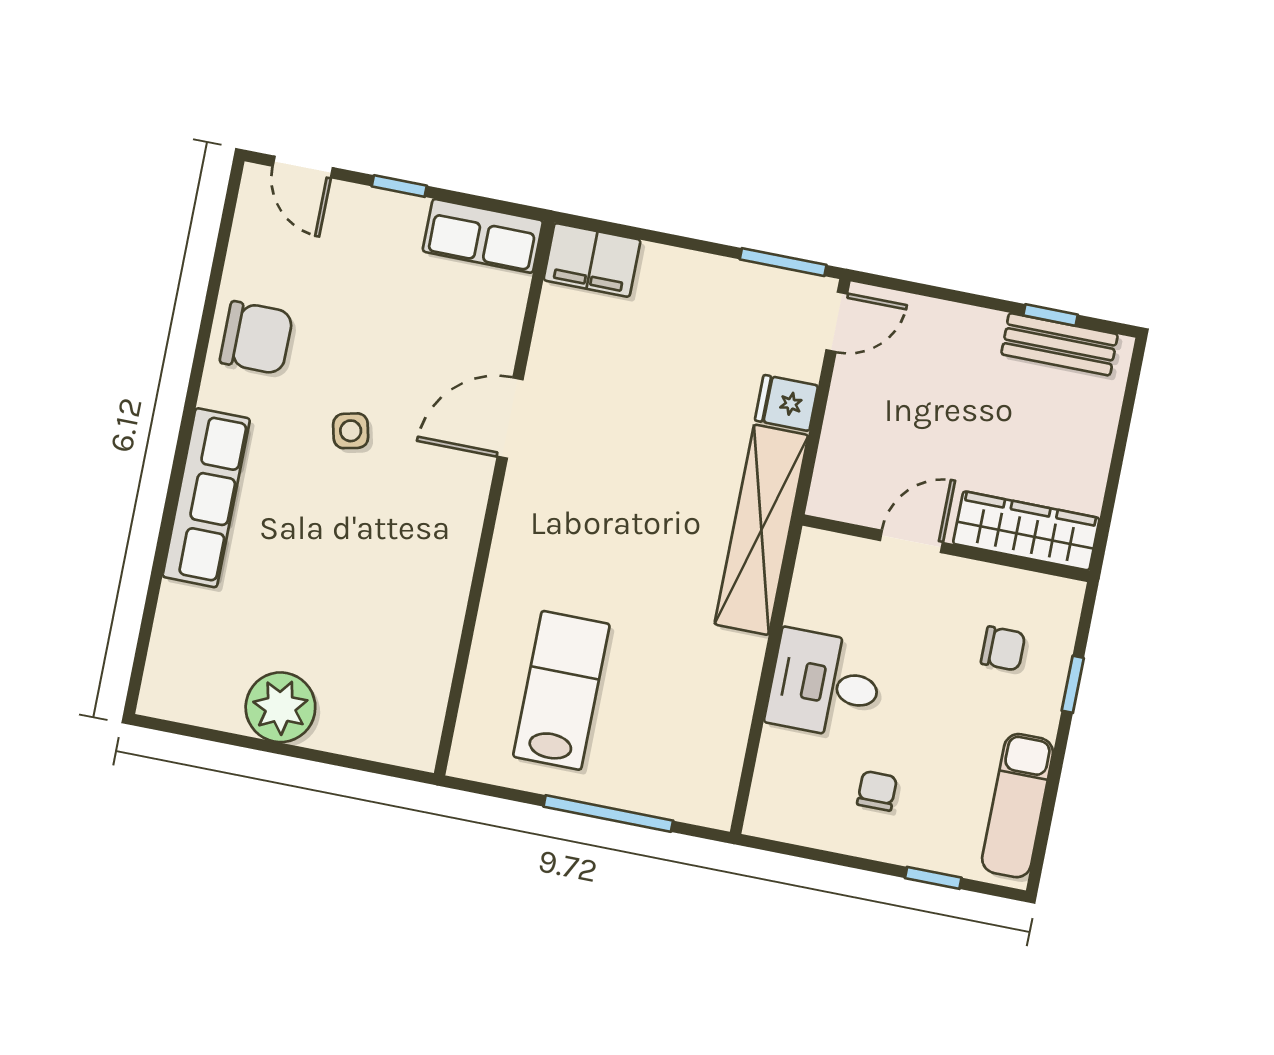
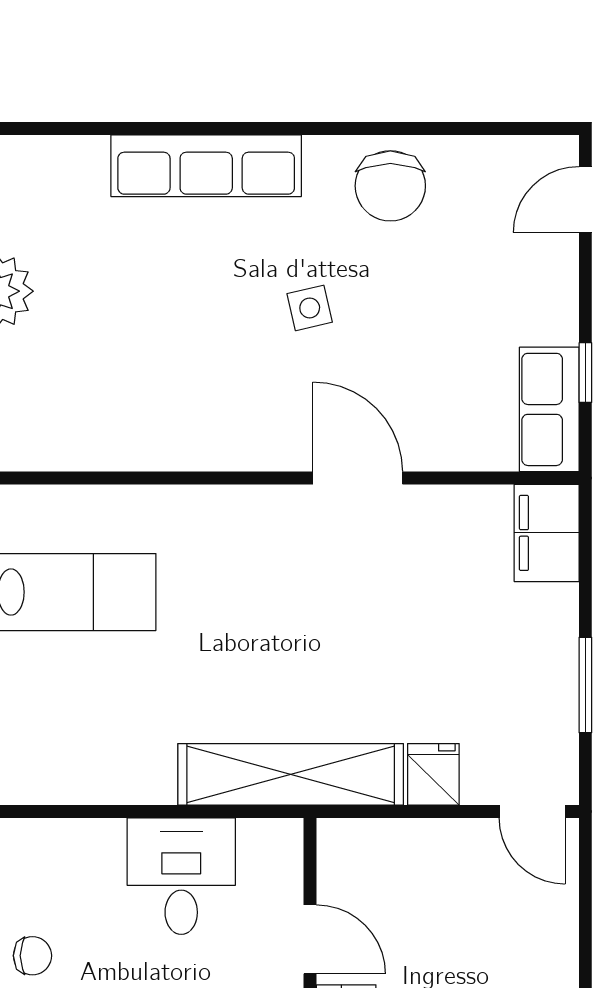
window: (399, 186) -> (585, 373), moved
window: (783, 262) -> (585, 685), moved
desk: (825, 684) -> (181, 876), moved

